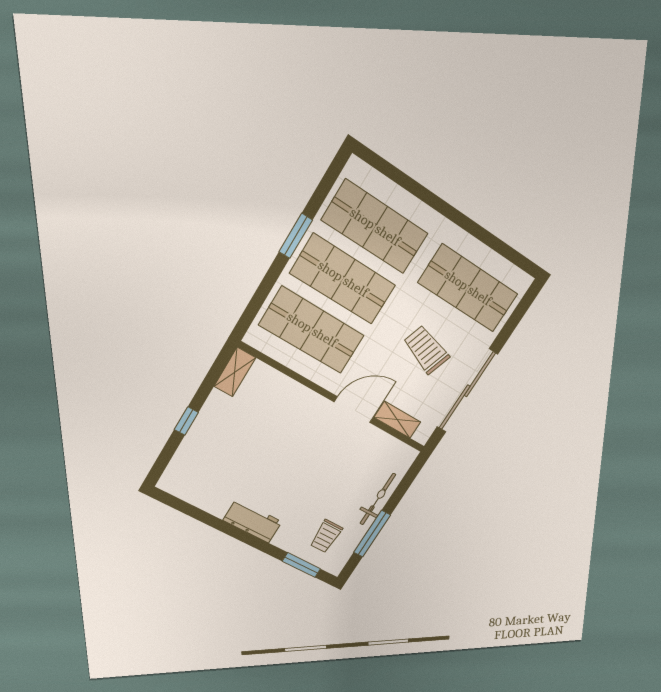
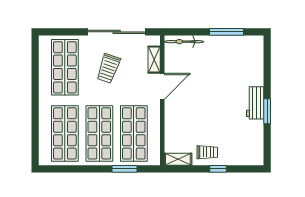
window: (296, 236) -> (125, 169), moved
door: (354, 410) -> (162, 86), swing flipped
bicycle: (378, 499) -> (184, 42), moved
trolley: (326, 536) -> (207, 152), moved
window: (301, 565) -> (267, 111), moved

